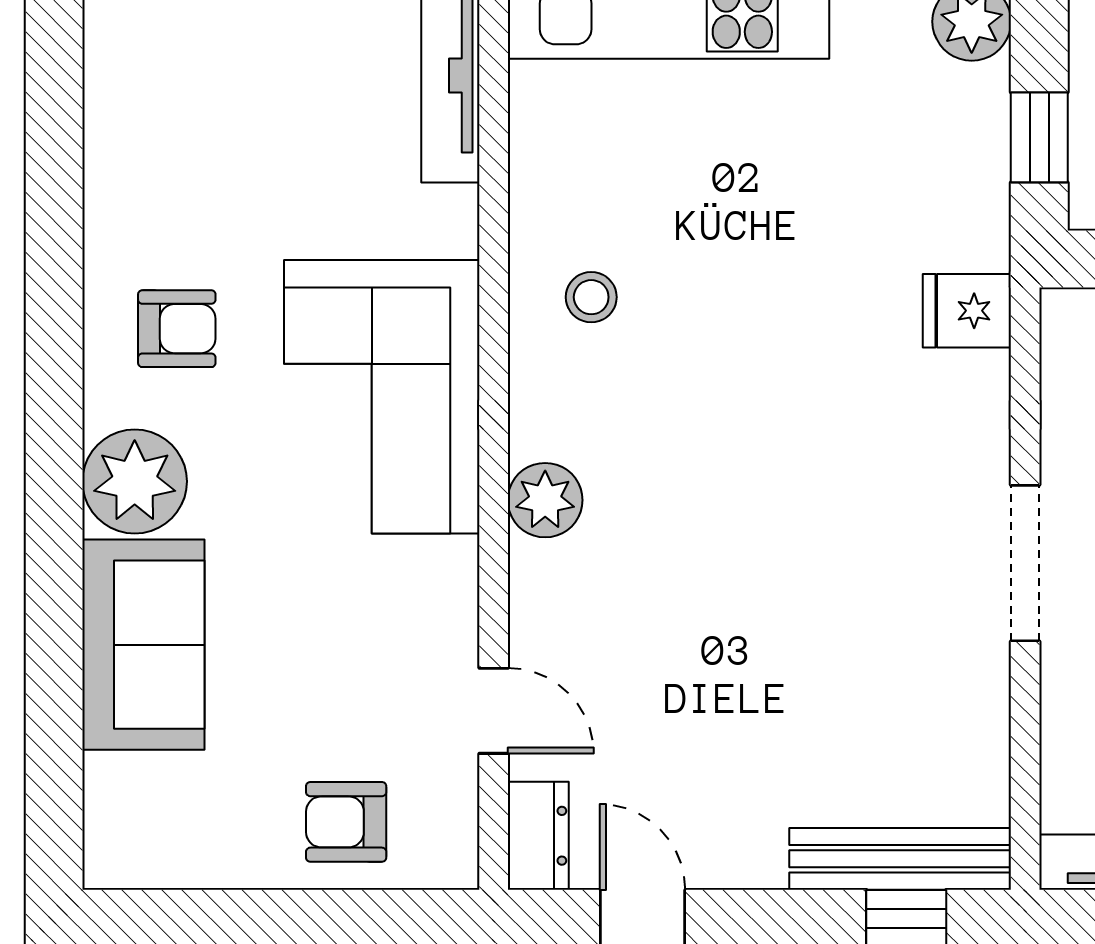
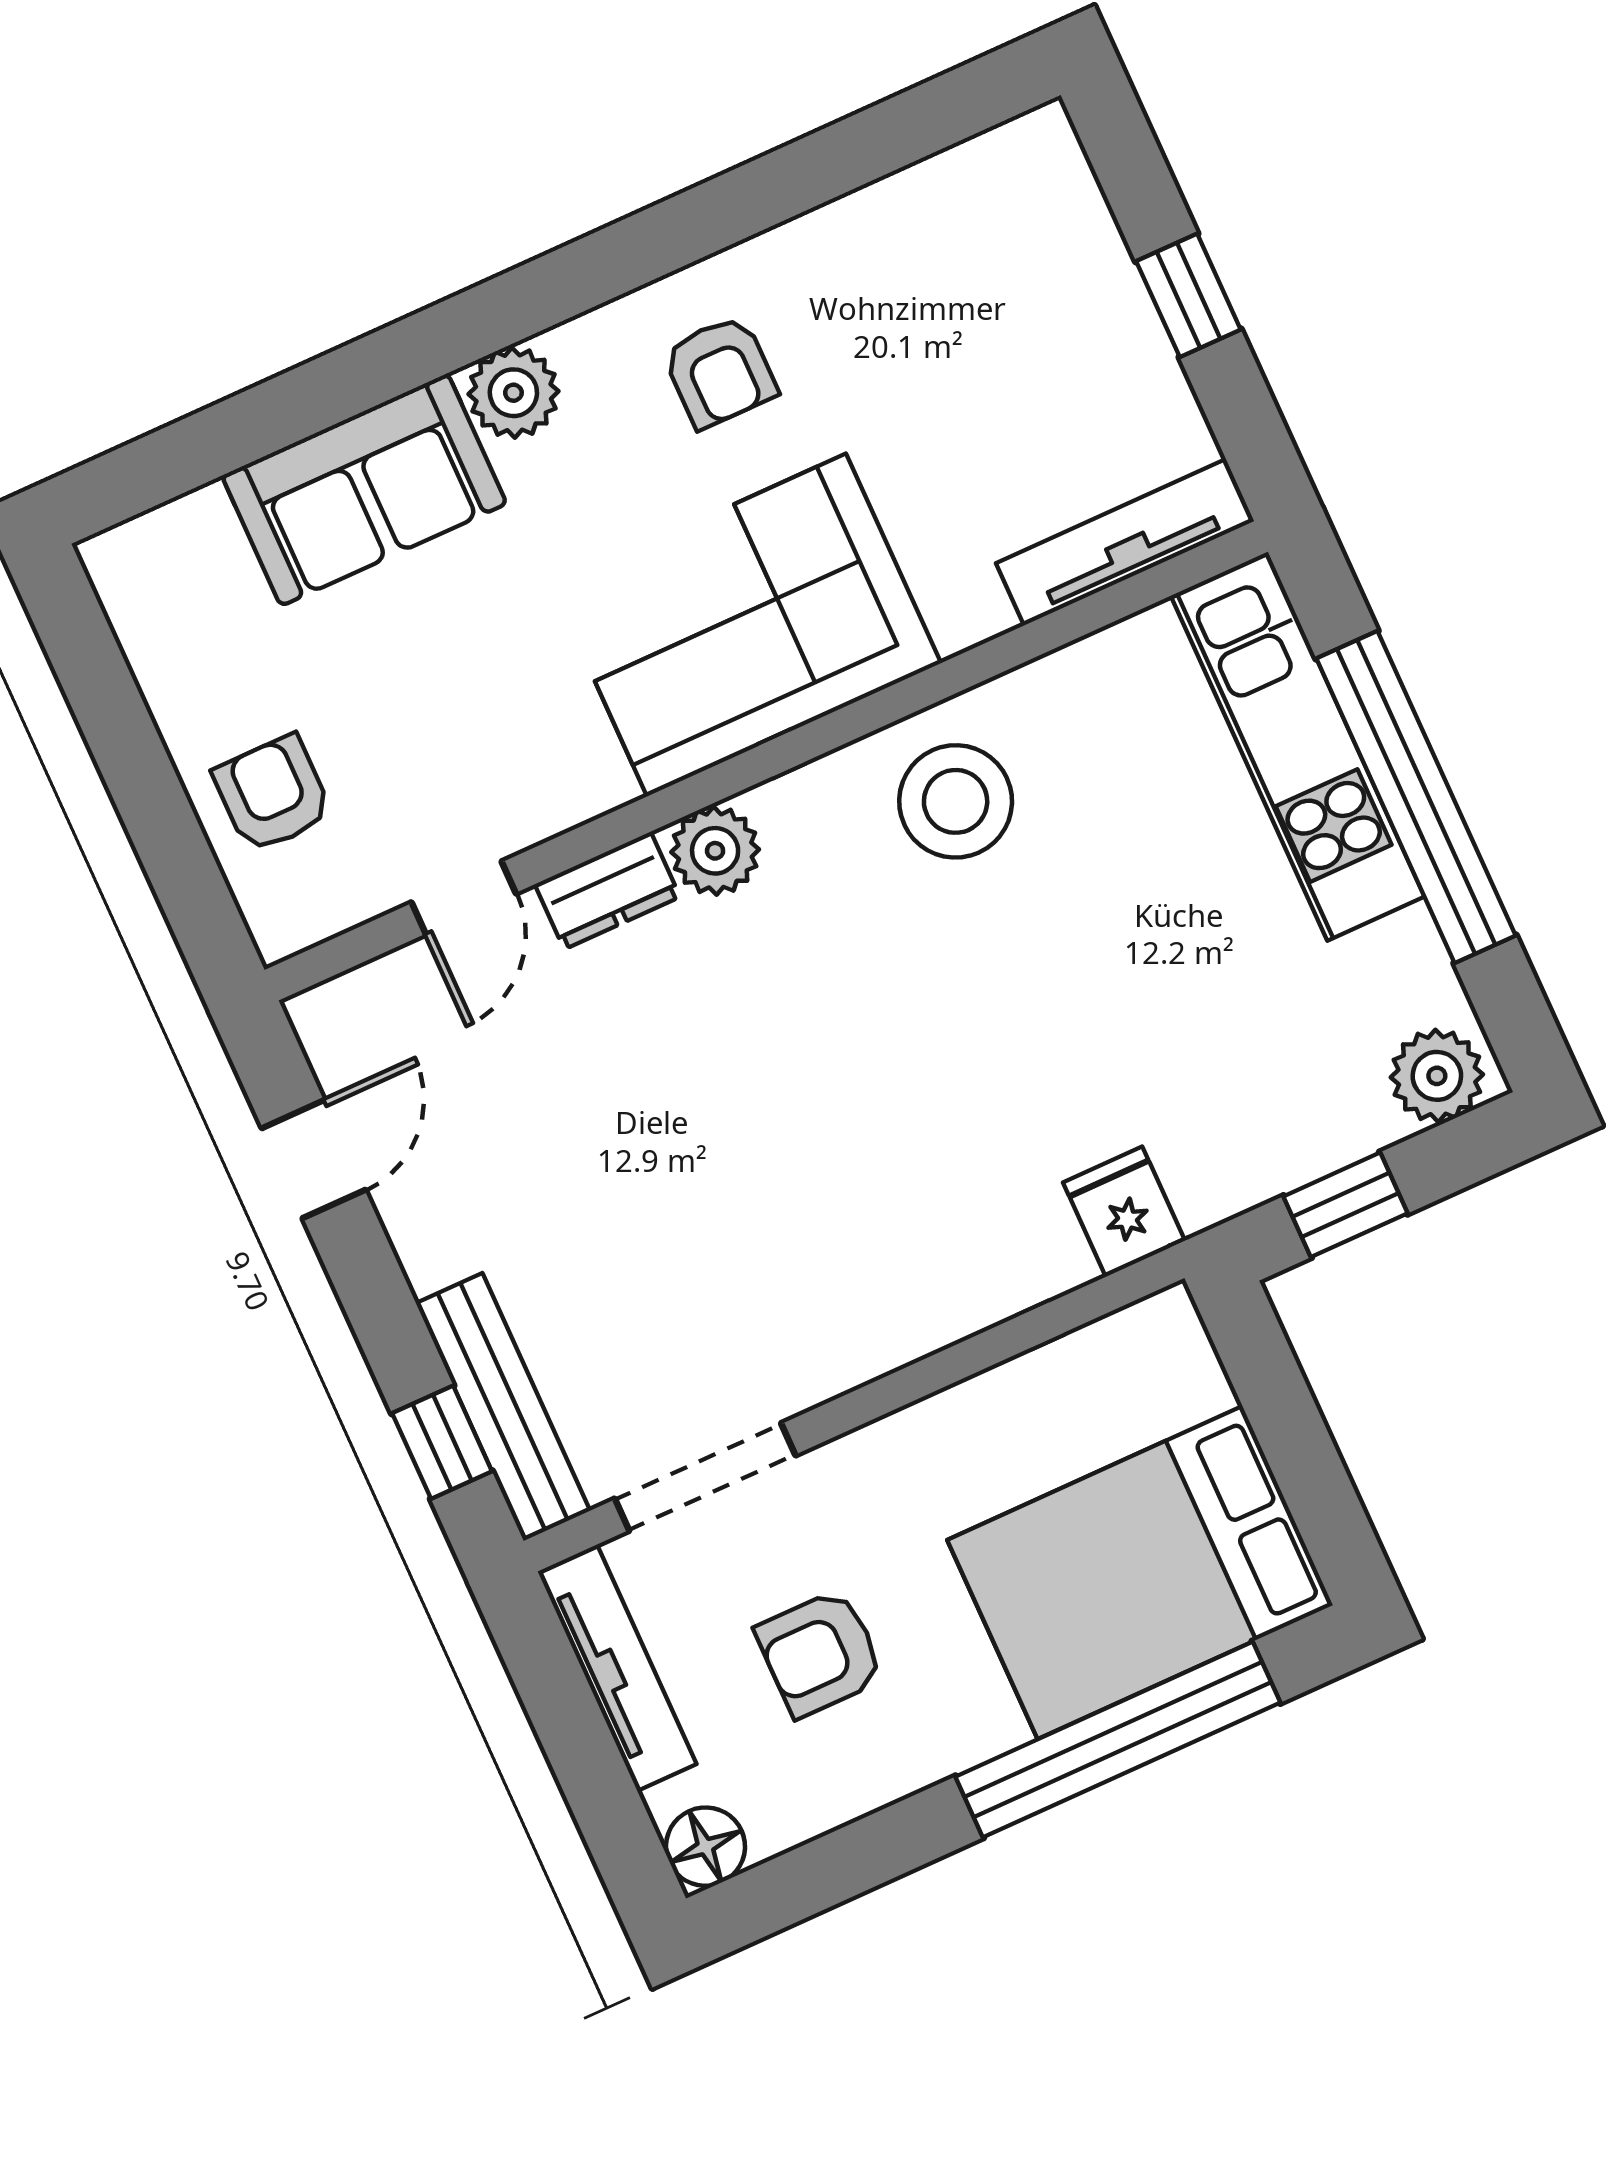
stool: (591, 297) -> (956, 801), width x1.89, depth x1.89
plant: (135, 481) -> (513, 393), width x0.73, depth x0.73
doorway: (1025, 563) -> (705, 1477), moved
dresser: (538, 836) -> (607, 891), moved

